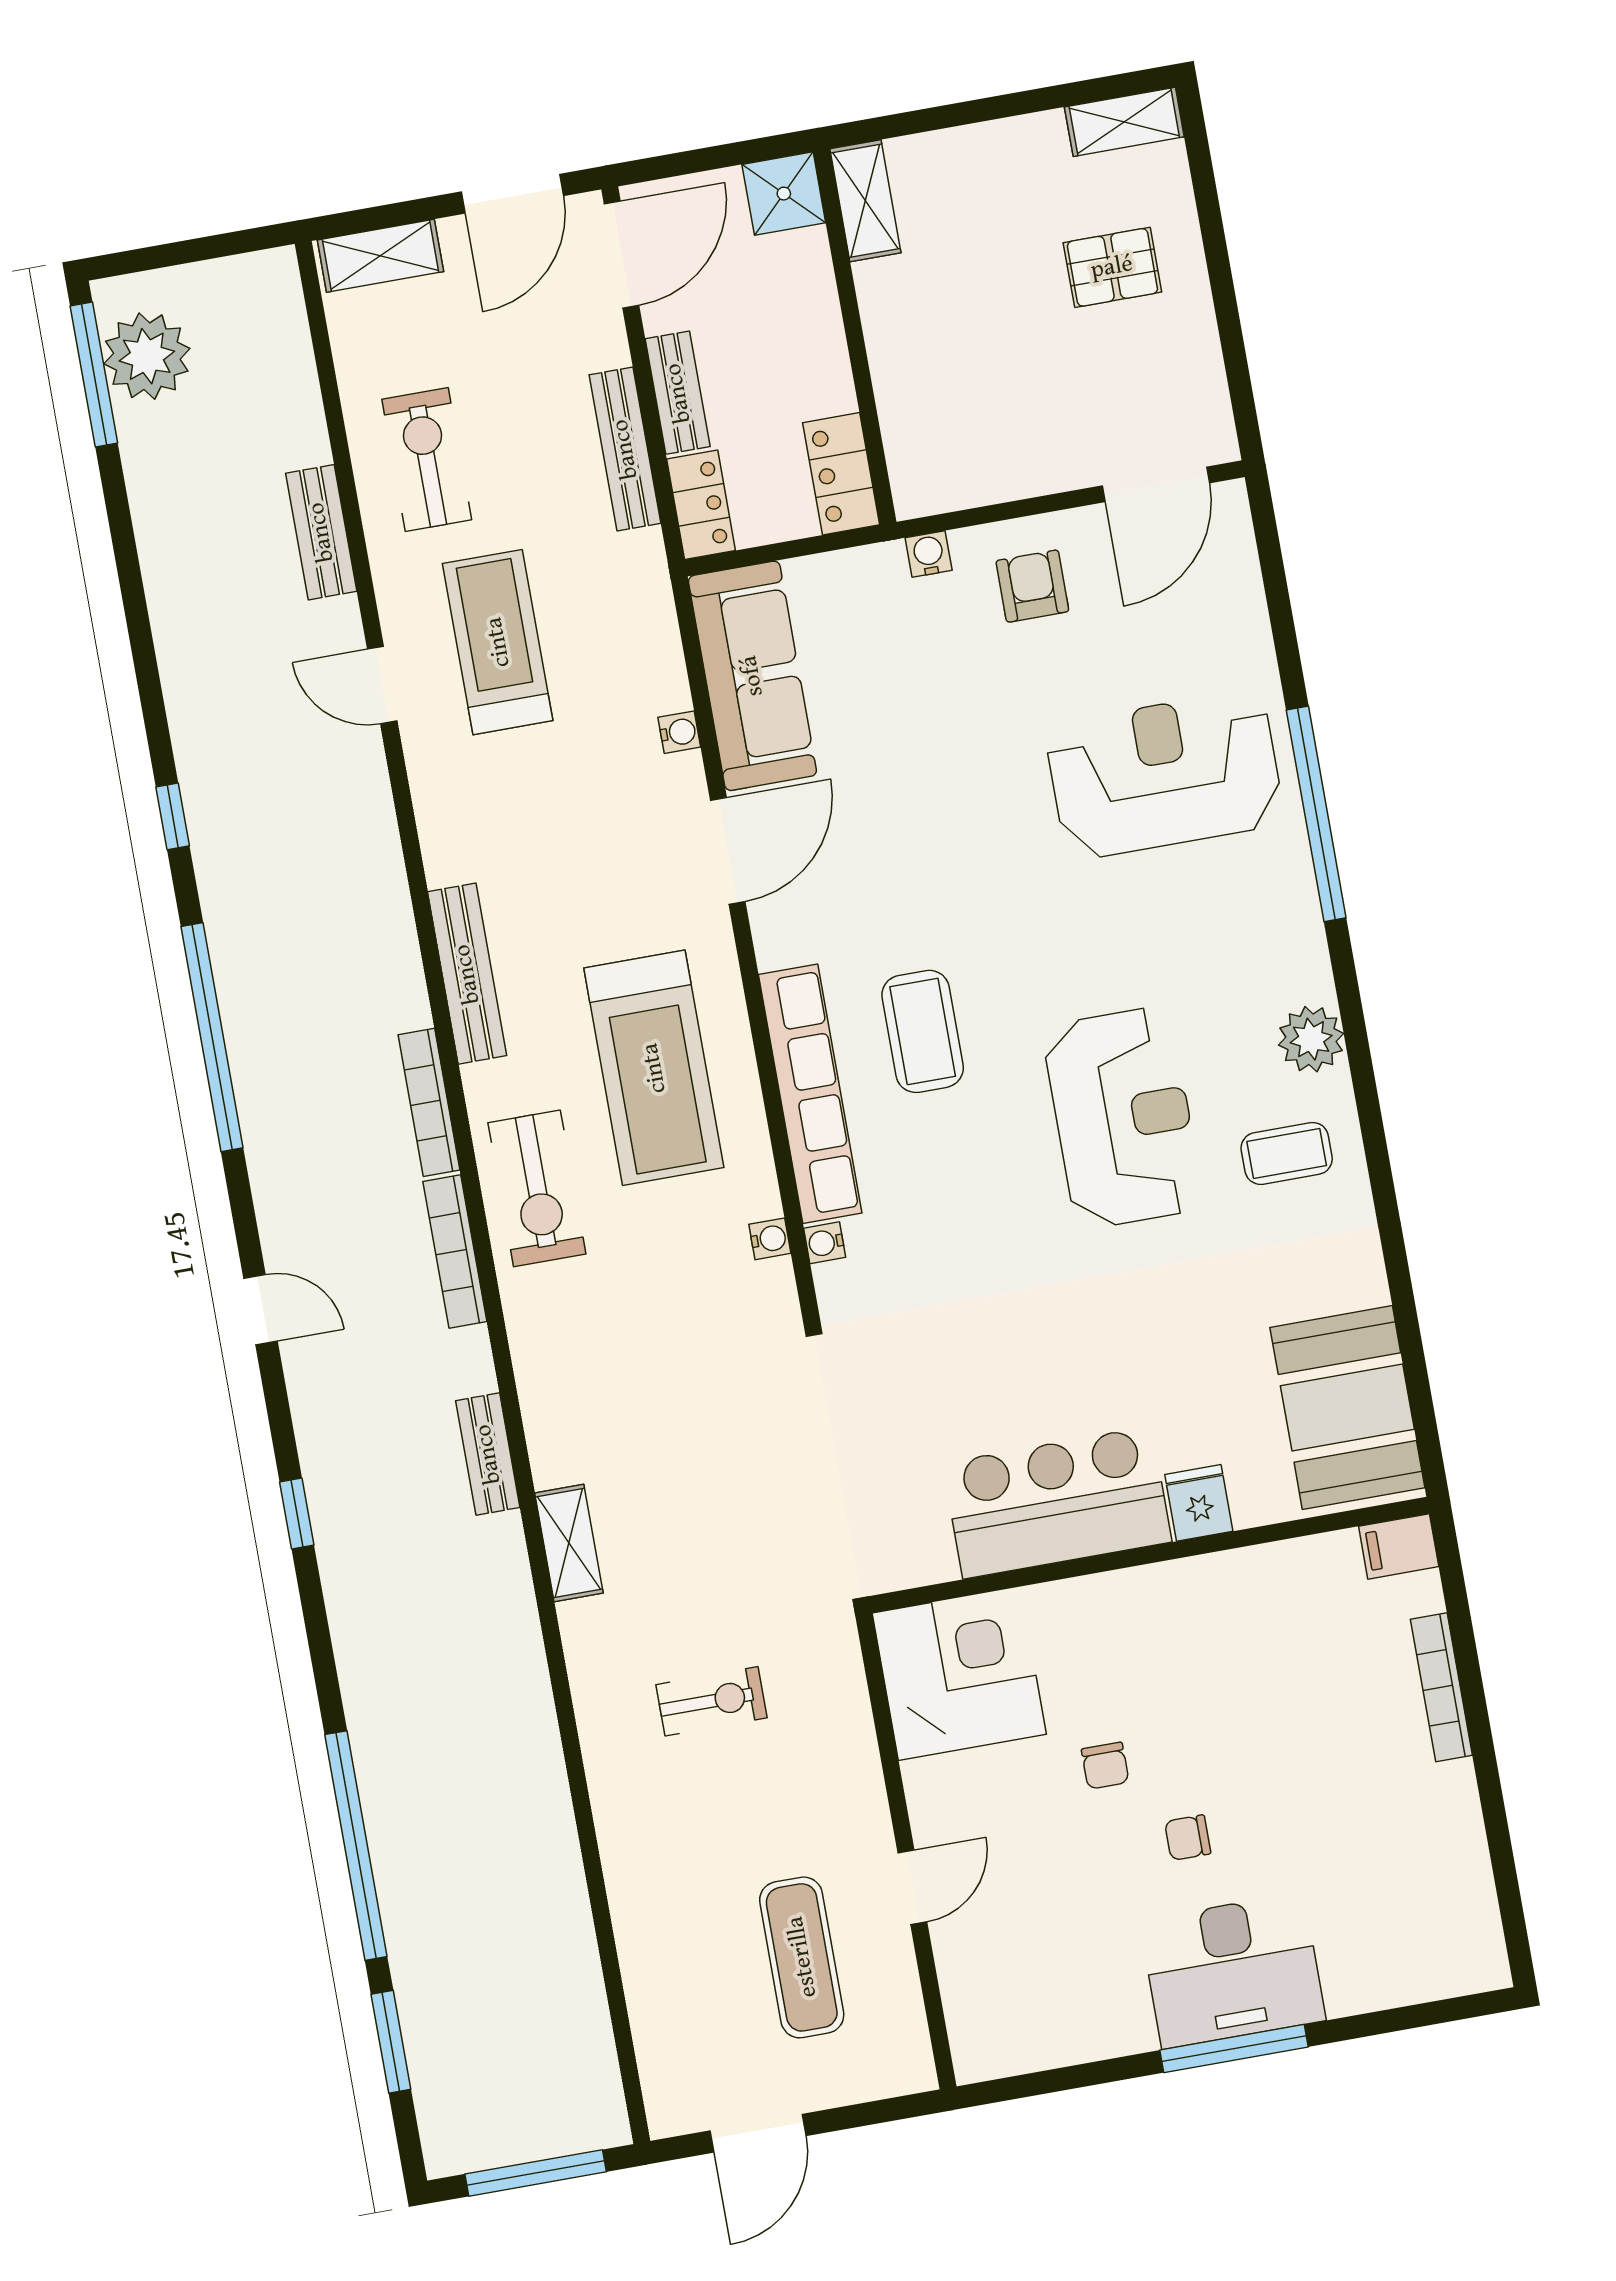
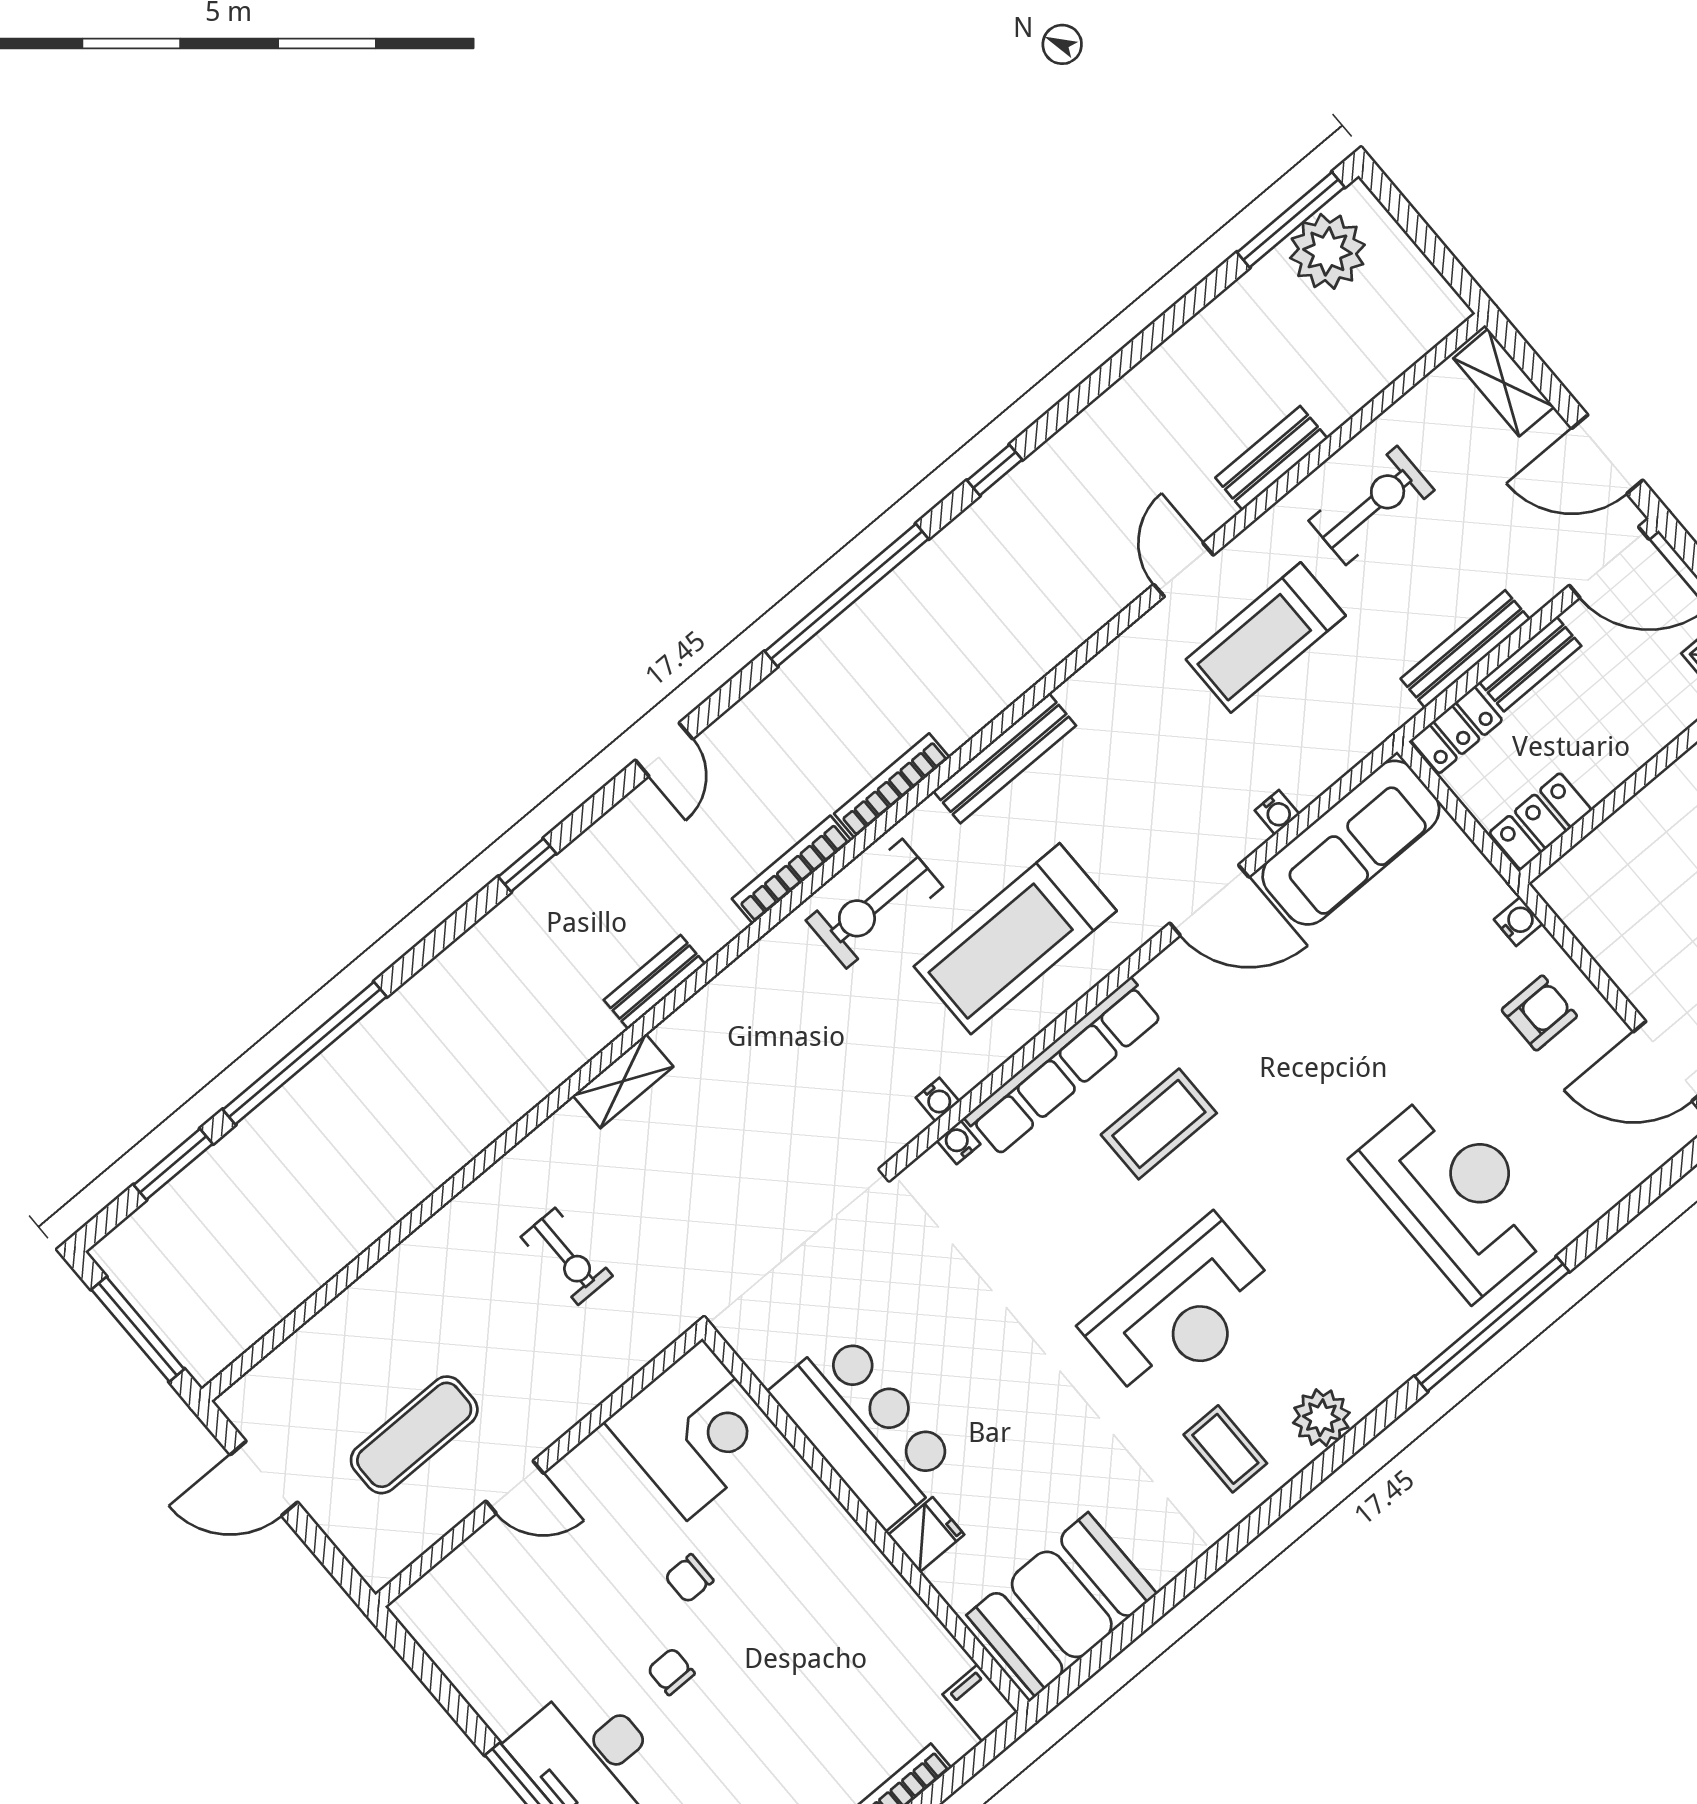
treadmill: (498, 642) -> (1266, 638), turned 180

